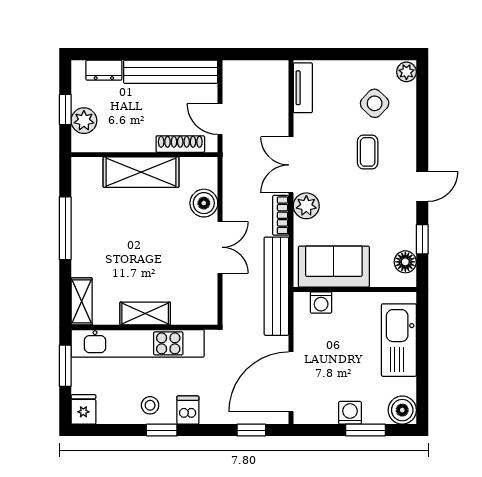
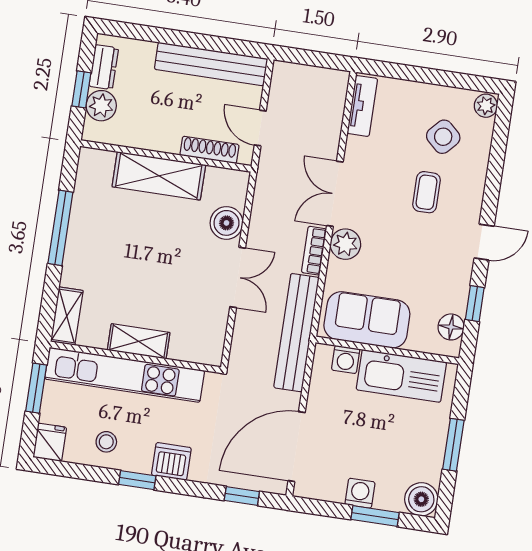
dresser: (104, 70) -> (104, 67), moved, turned -90
kitchen sink: (399, 340) -> (401, 376), moved, turned -90
window: (422, 360) -> (453, 445), added
stool: (150, 405) -> (106, 442), moved
dishwasher: (188, 410) -> (171, 461), width x1.38

